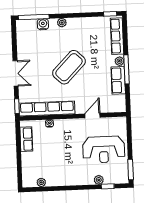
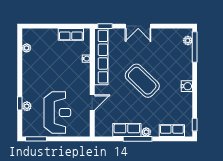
plant: (62, 23) -> (188, 41), moved
water cooler: (43, 24) -> (187, 86), moved
row of seats: (117, 36) -> (172, 131), width x0.68
door: (92, 116) -> (92, 102), hinge flipped
reception desk: (104, 150) -> (57, 112), turned 180
window: (108, 186) -> (20, 103), moved

